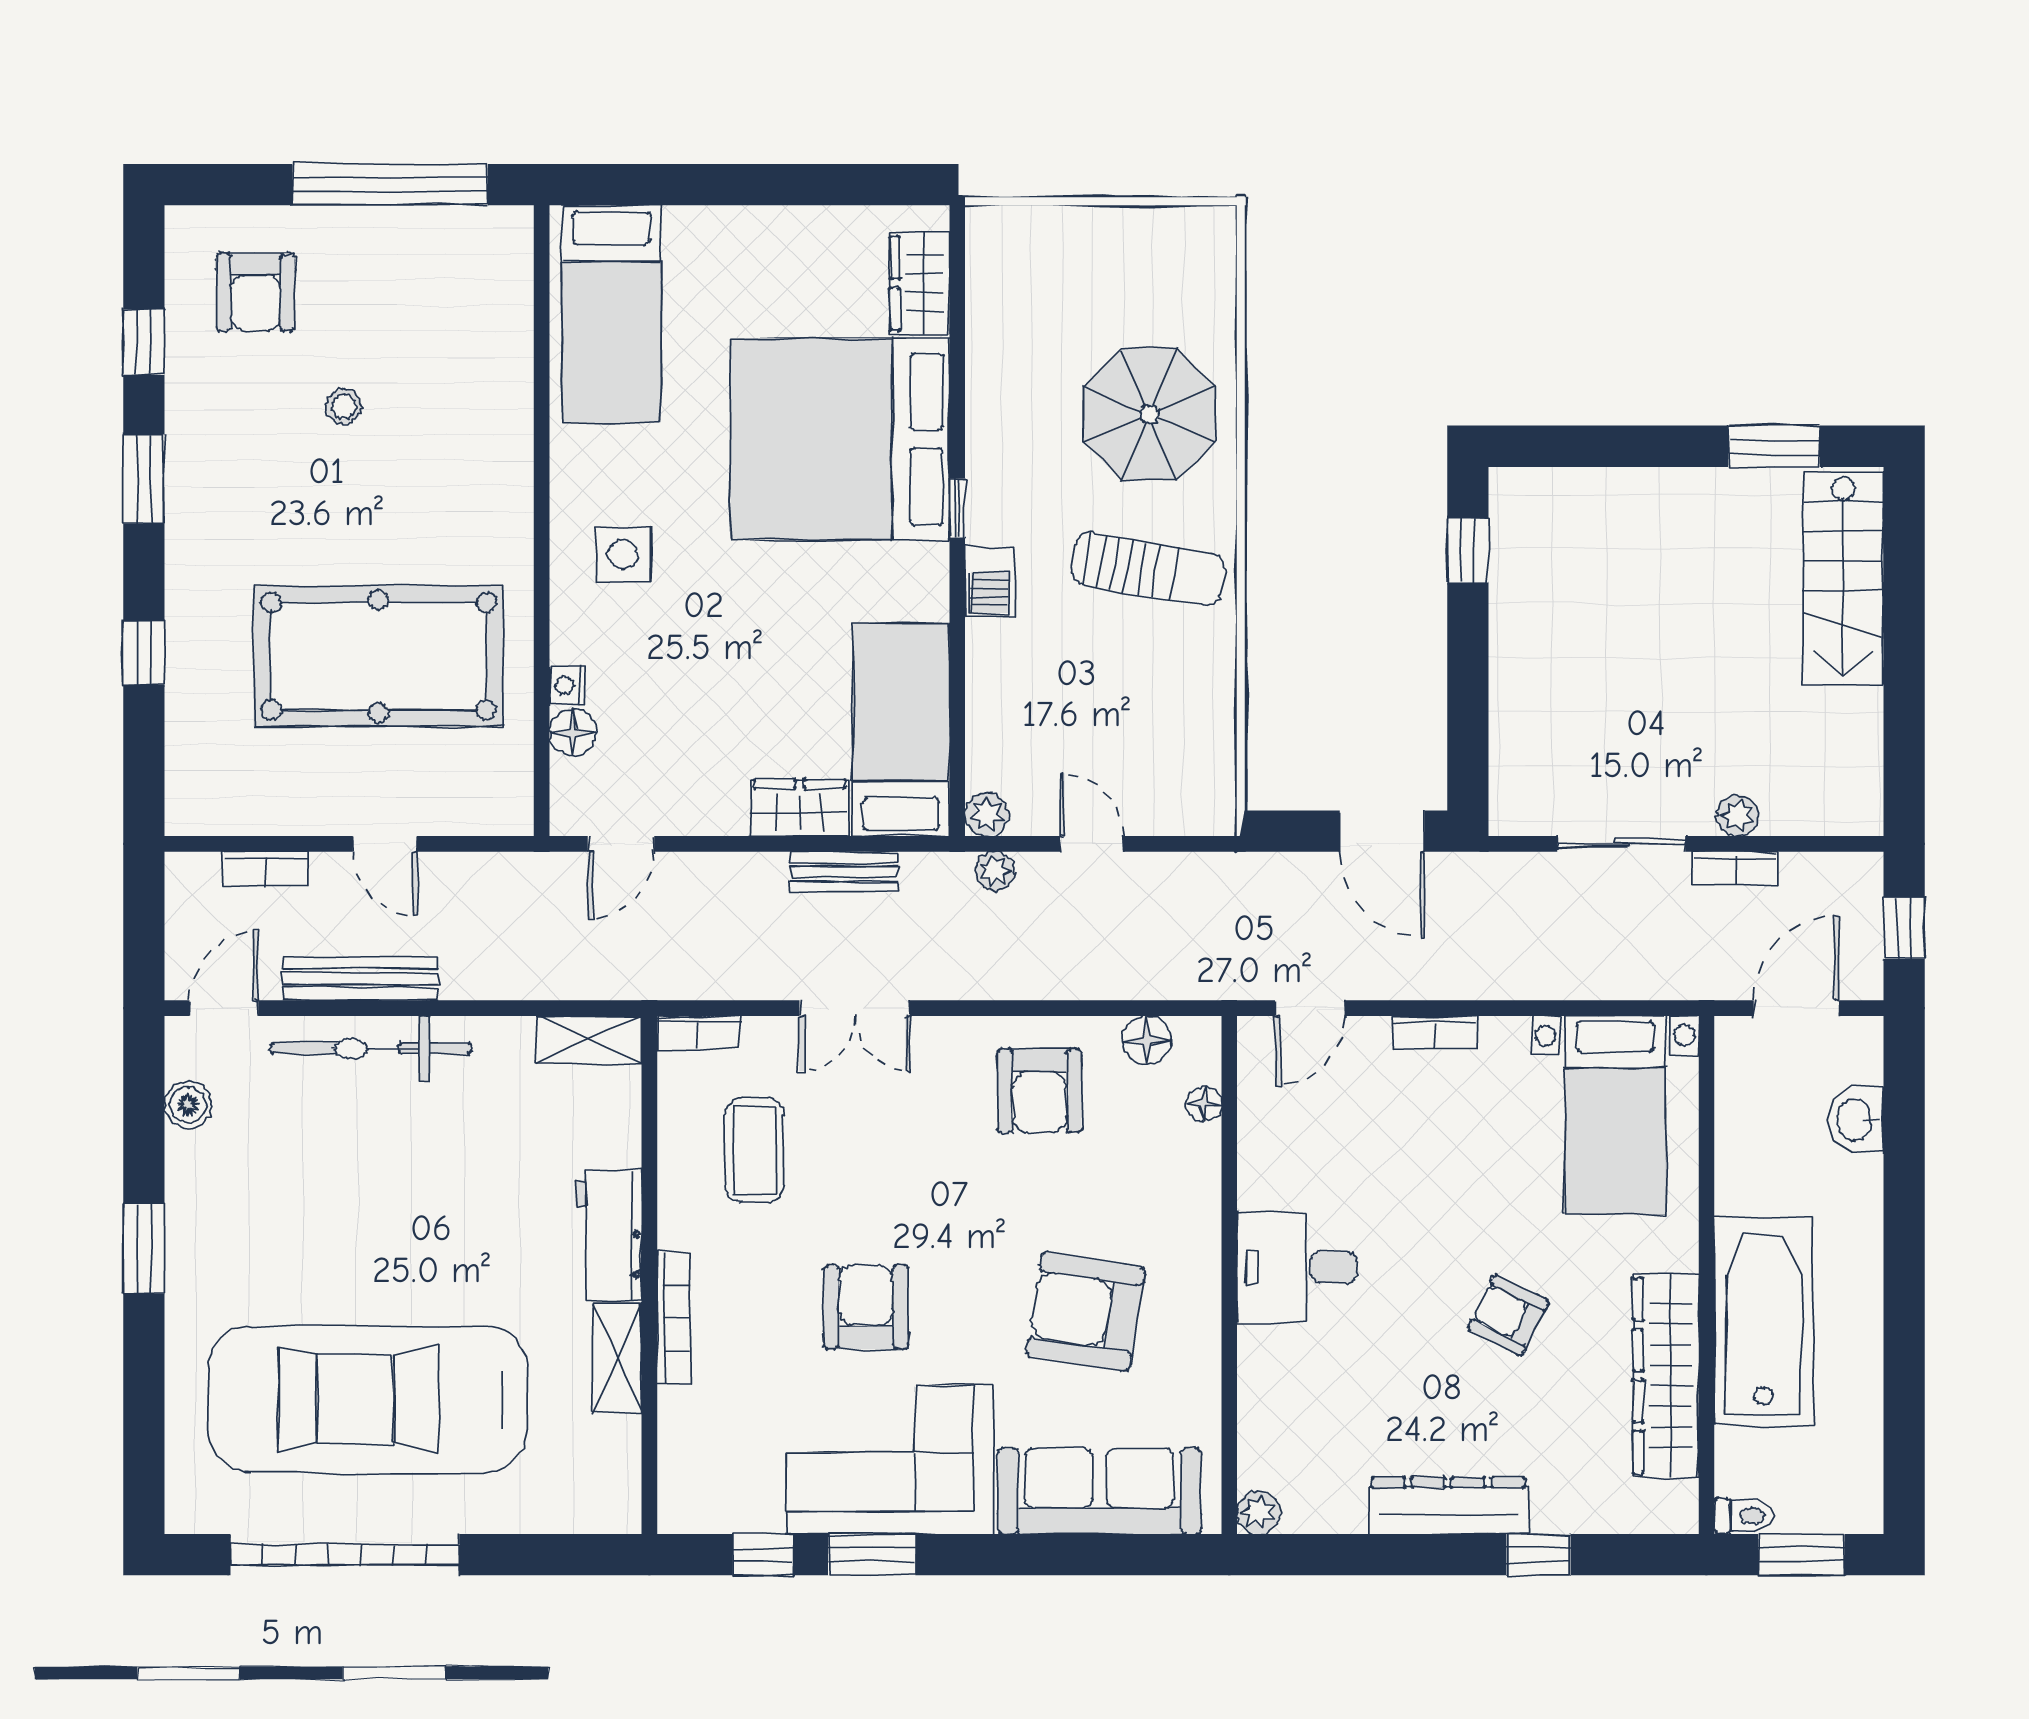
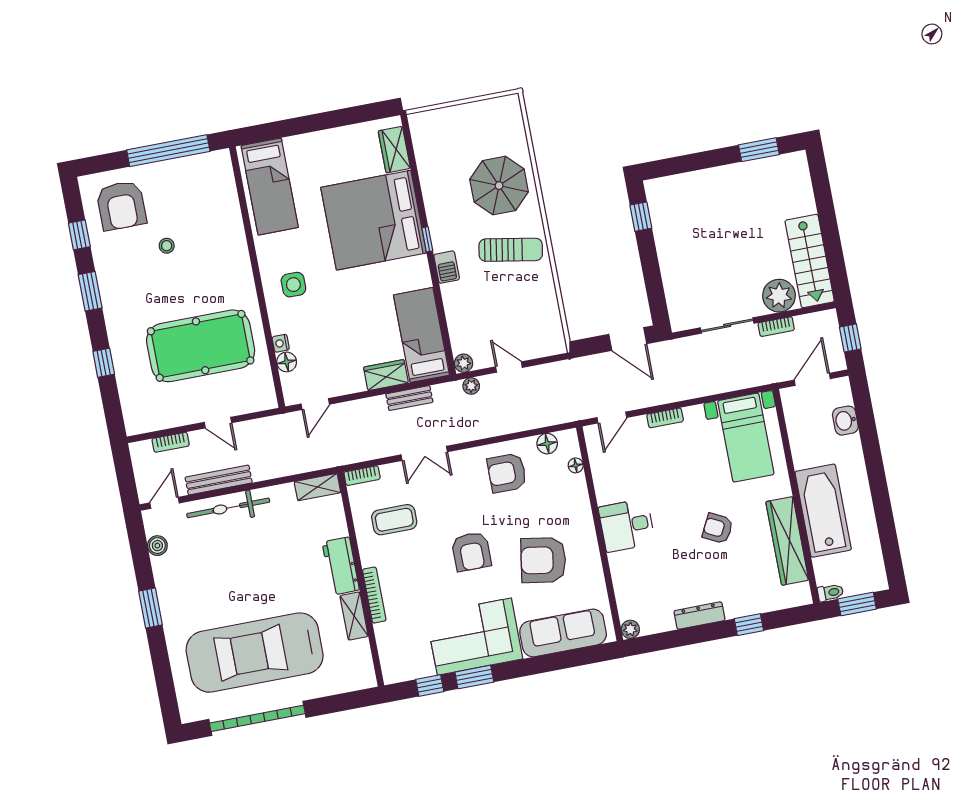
armchair: (256, 292) -> (121, 206), width x1.36, depth x1.36
stairs: (1843, 578) -> (810, 261), moved
plant: (1738, 815) -> (779, 296), width x1.87, depth x1.87
armchair: (1039, 1091) -> (507, 473), turned 90
coffee table: (754, 1150) -> (394, 520), turned 90
armchair: (866, 1307) -> (471, 552), moved, turned 180
dresser: (1448, 1506) -> (699, 616), width x0.73, depth x0.80

